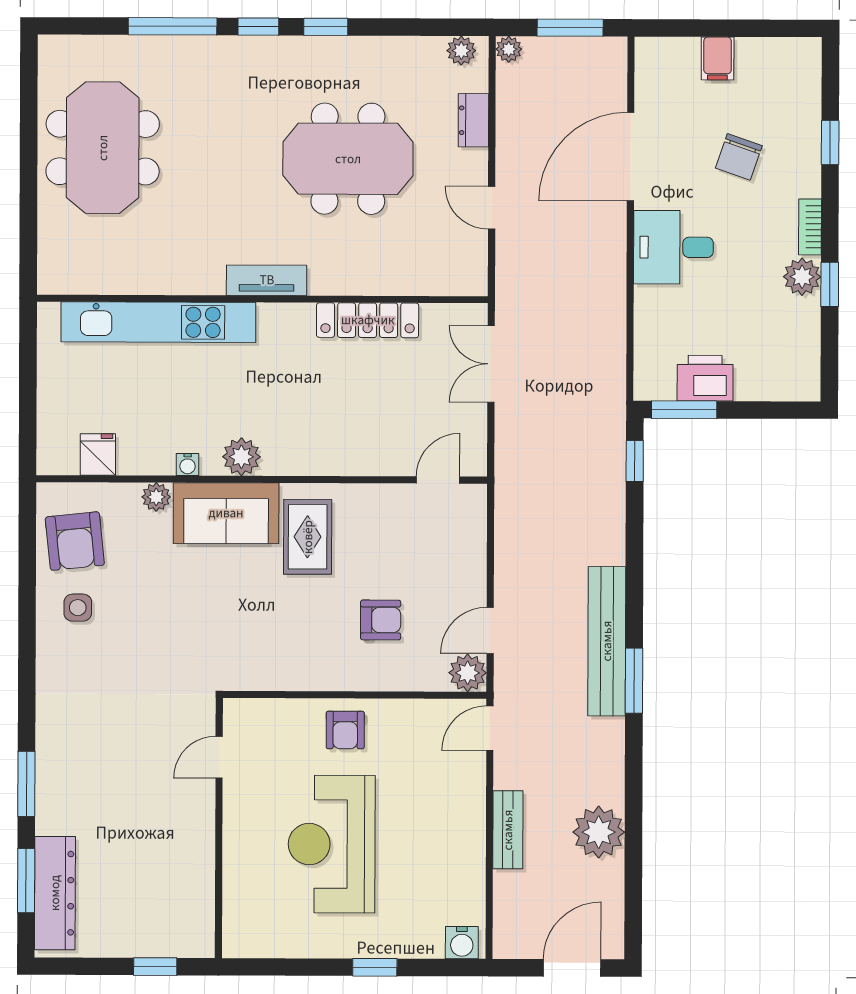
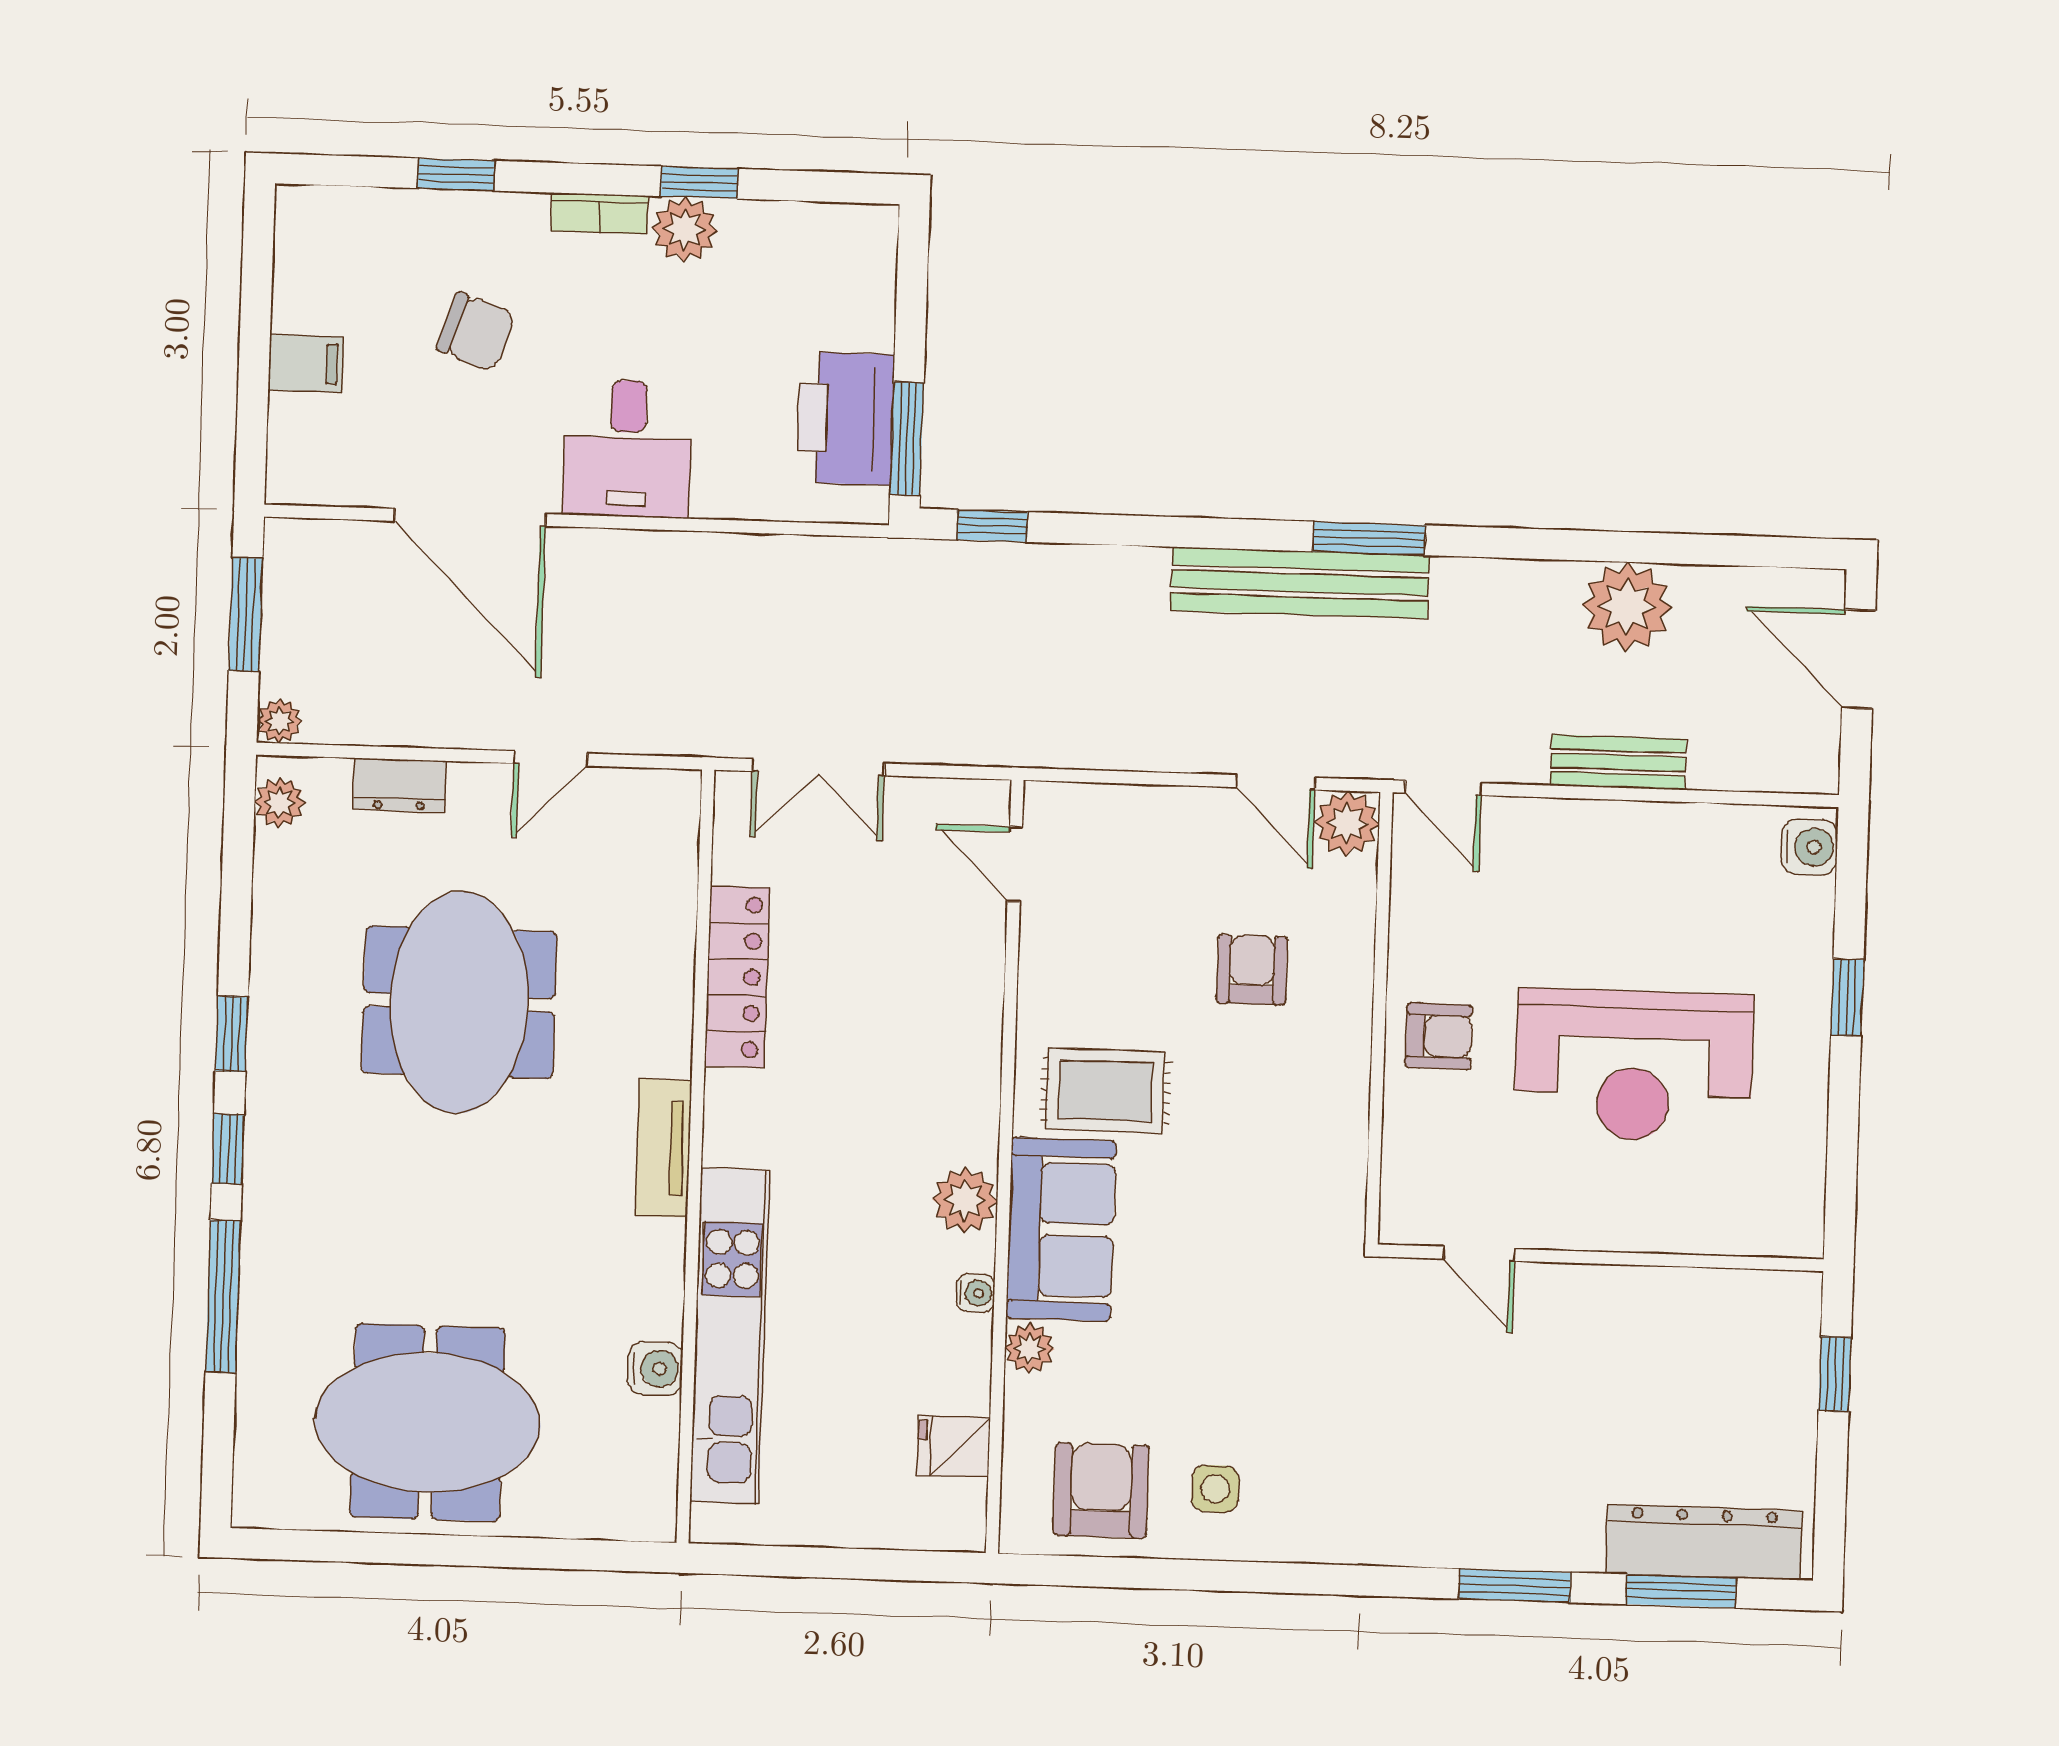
water cooler: (138, 279) -> (655, 1368), added
printer: (705, 378) -> (846, 418), width x1.37, depth x1.19
armchair: (75, 541) -> (1101, 1490), turned -84

